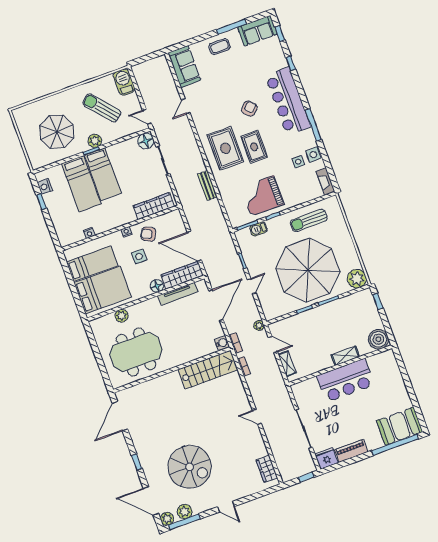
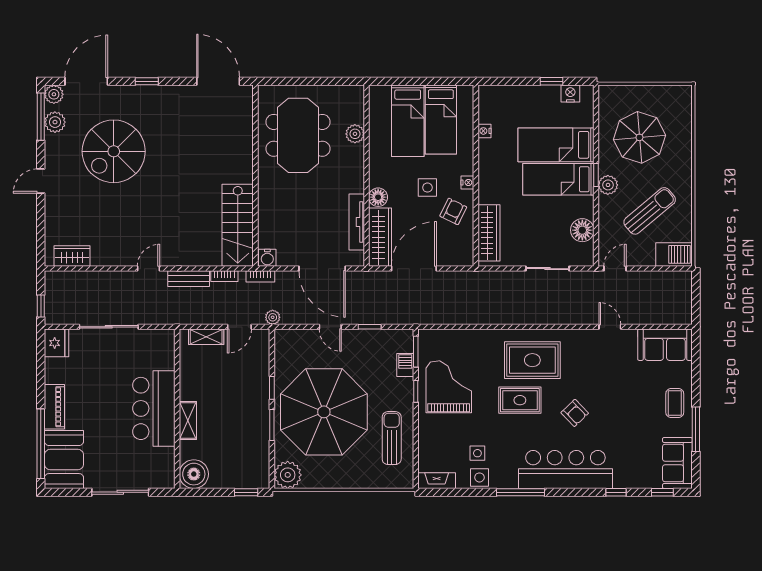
floor lamp: (146, 141) -> (582, 230), moved
bench: (207, 186) -> (189, 279), moved
bed: (103, 290) -> (408, 121), width x0.67
sliding door: (407, 382) -> (120, 492), added
piano: (351, 451) -> (54, 407), moved

